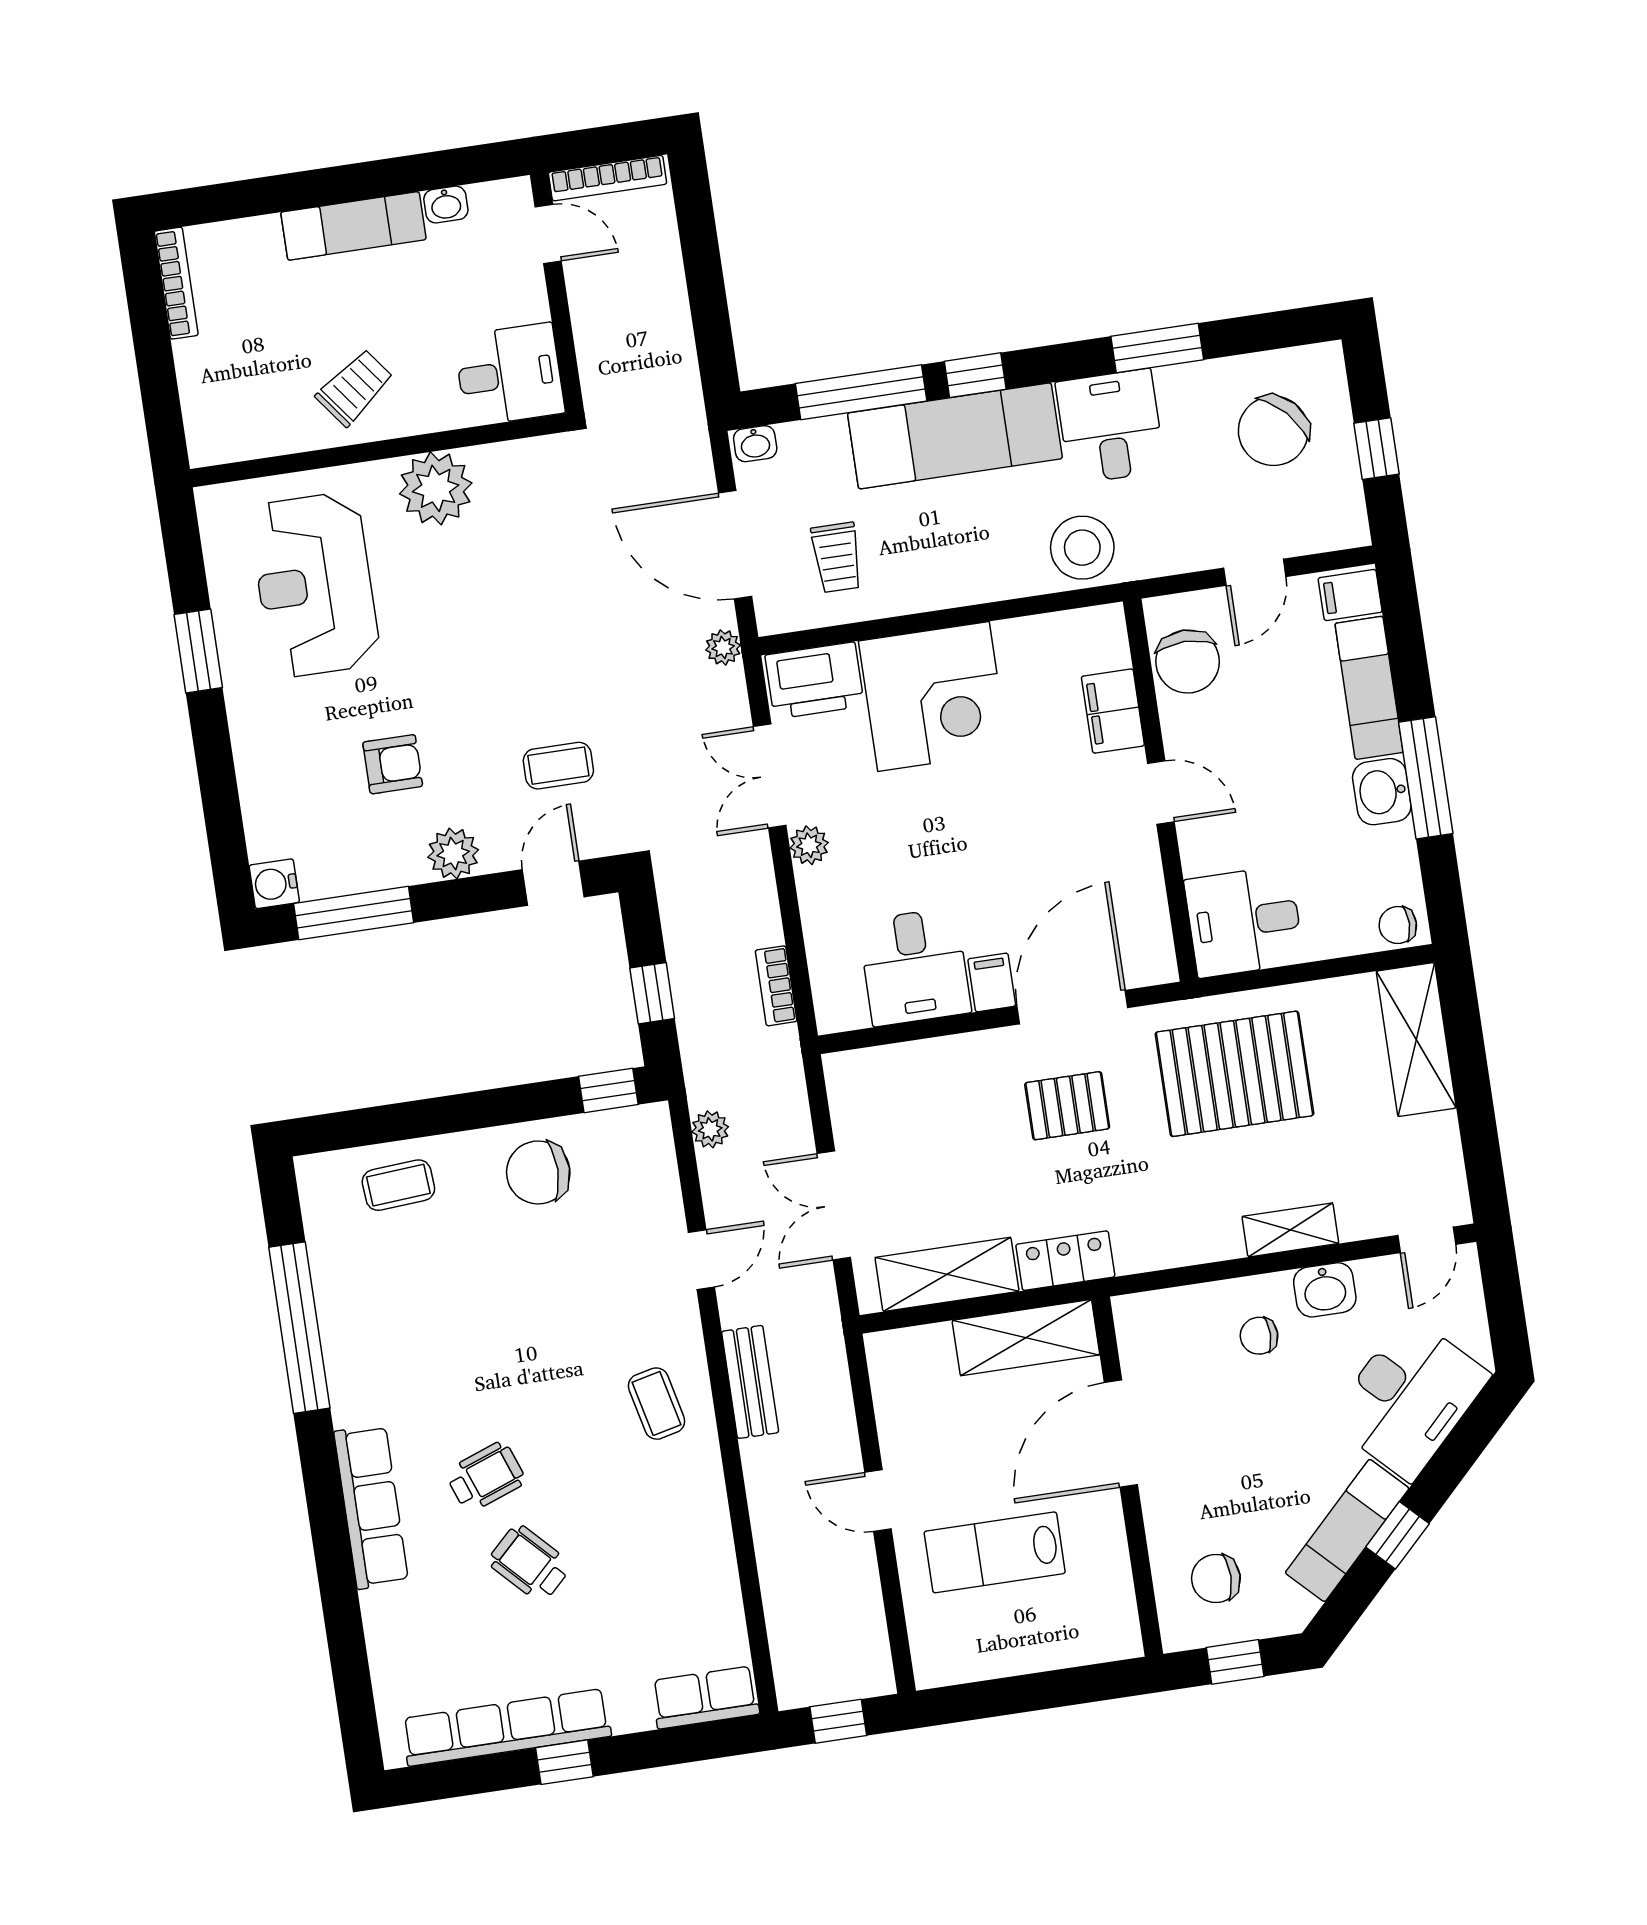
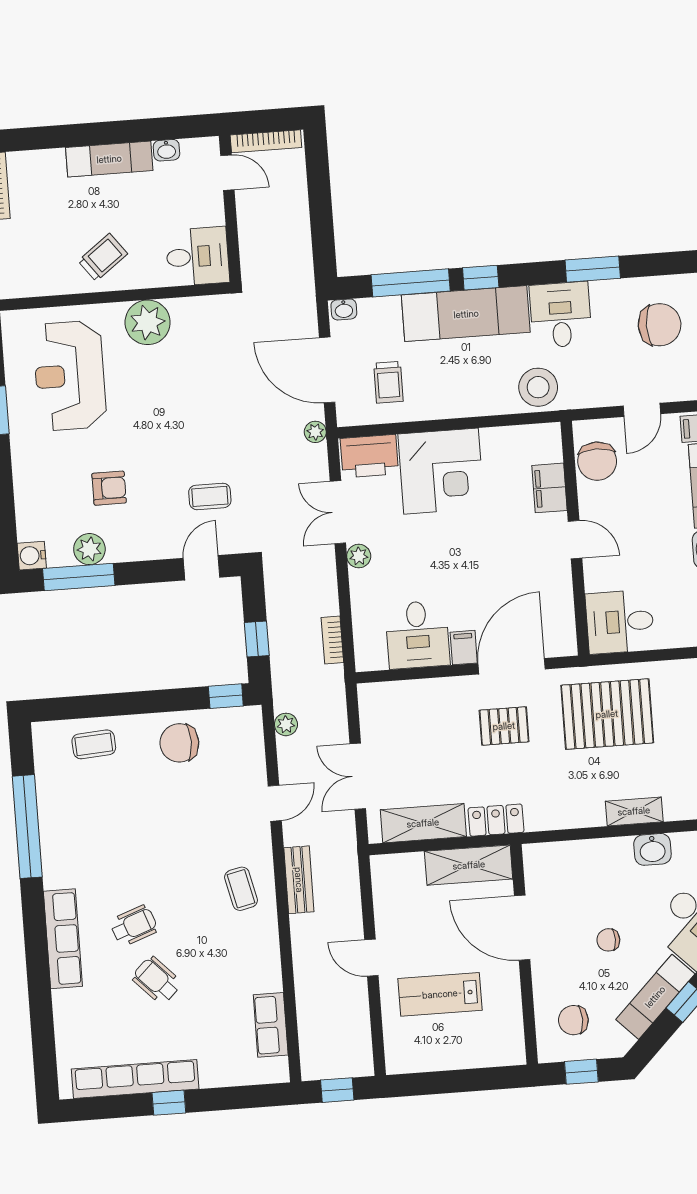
chair: (1273, 431) -> (660, 325), turned -137
plant: (453, 853) -> (89, 549), moved
chair: (1259, 1336) -> (608, 940), moved
door: (1121, 1434) -> (522, 928), hinge flipped
row of seats: (705, 1697) -> (271, 1025), moved, turned -90

